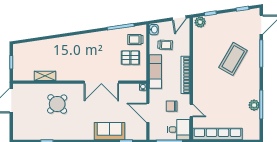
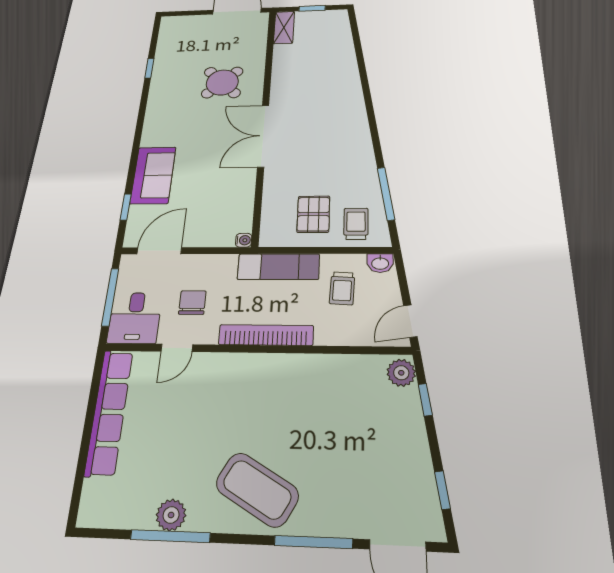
door: (179, 18) -> (410, 321), hinge flipped
coffee table: (233, 59) -> (257, 490), moved
shelving: (45, 76) -> (284, 27), moved
double door: (101, 82) -> (263, 136), moved
door: (148, 113) -> (159, 251), moved

